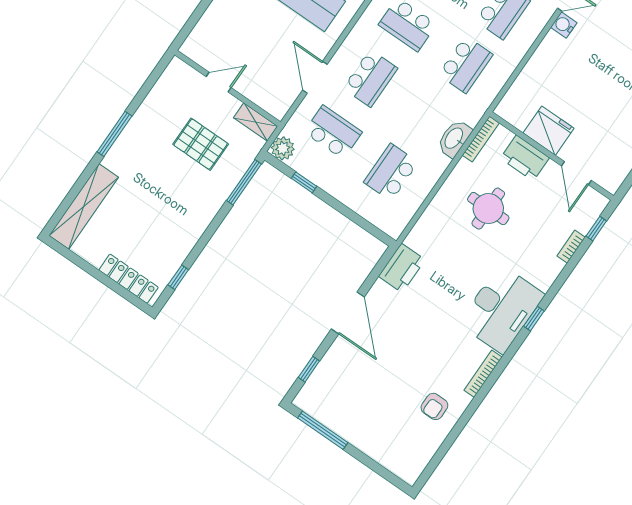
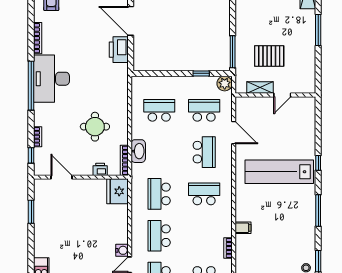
school desk: (370, 78) -> (204, 152), turned 180
shelving: (256, 122) -> (260, 88), moved
fridge: (549, 131) -> (117, 191), moved, turned 90
school desk: (333, 132) -> (204, 110), turned 180
printer: (525, 158) -> (100, 169), width x0.53, depth x0.68
school desk: (391, 172) -> (159, 110), turned -90
printer: (402, 268) -> (119, 50), moved
window: (534, 319) -> (31, 86), width x3.17

